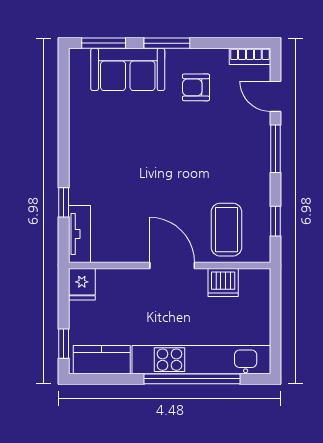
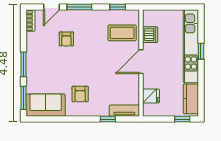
sofa: (128, 69) -> (46, 105), moved, turned -90
armchair: (196, 87) -> (66, 39), moved
armchair: (111, 150) -> (80, 94), added
fridge: (82, 284) -> (151, 96), moved
window: (192, 379) -> (201, 51), width x0.32

